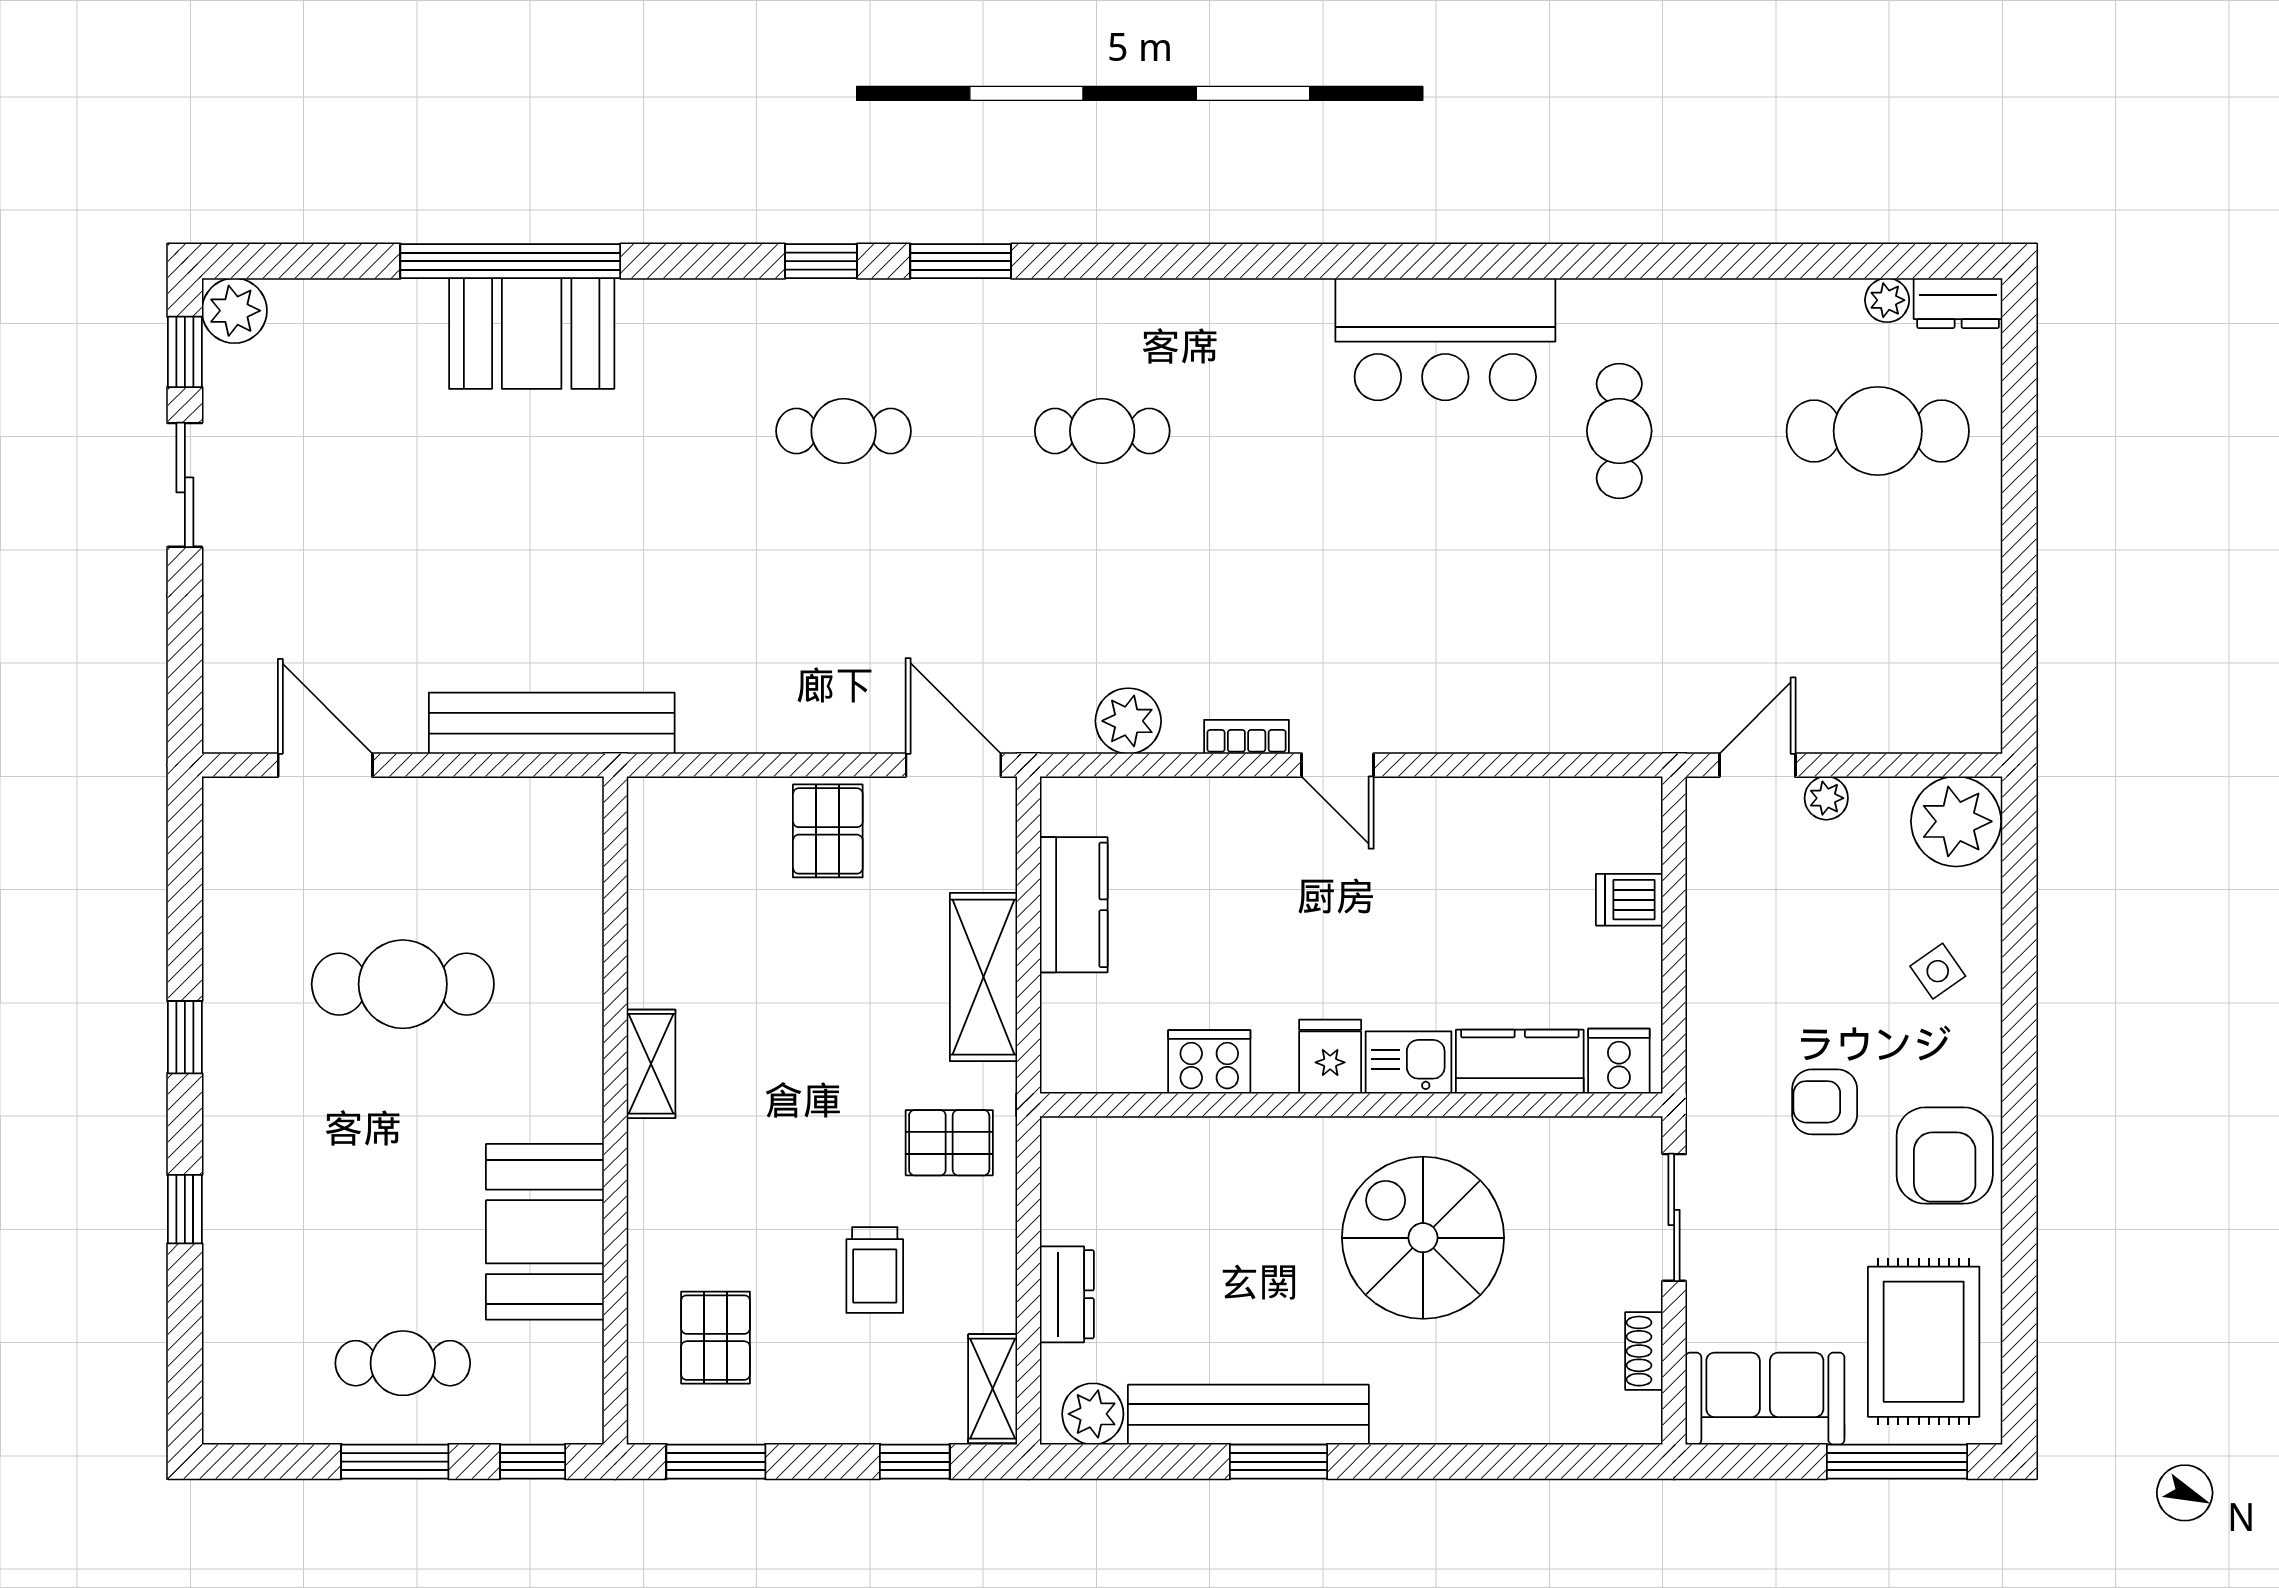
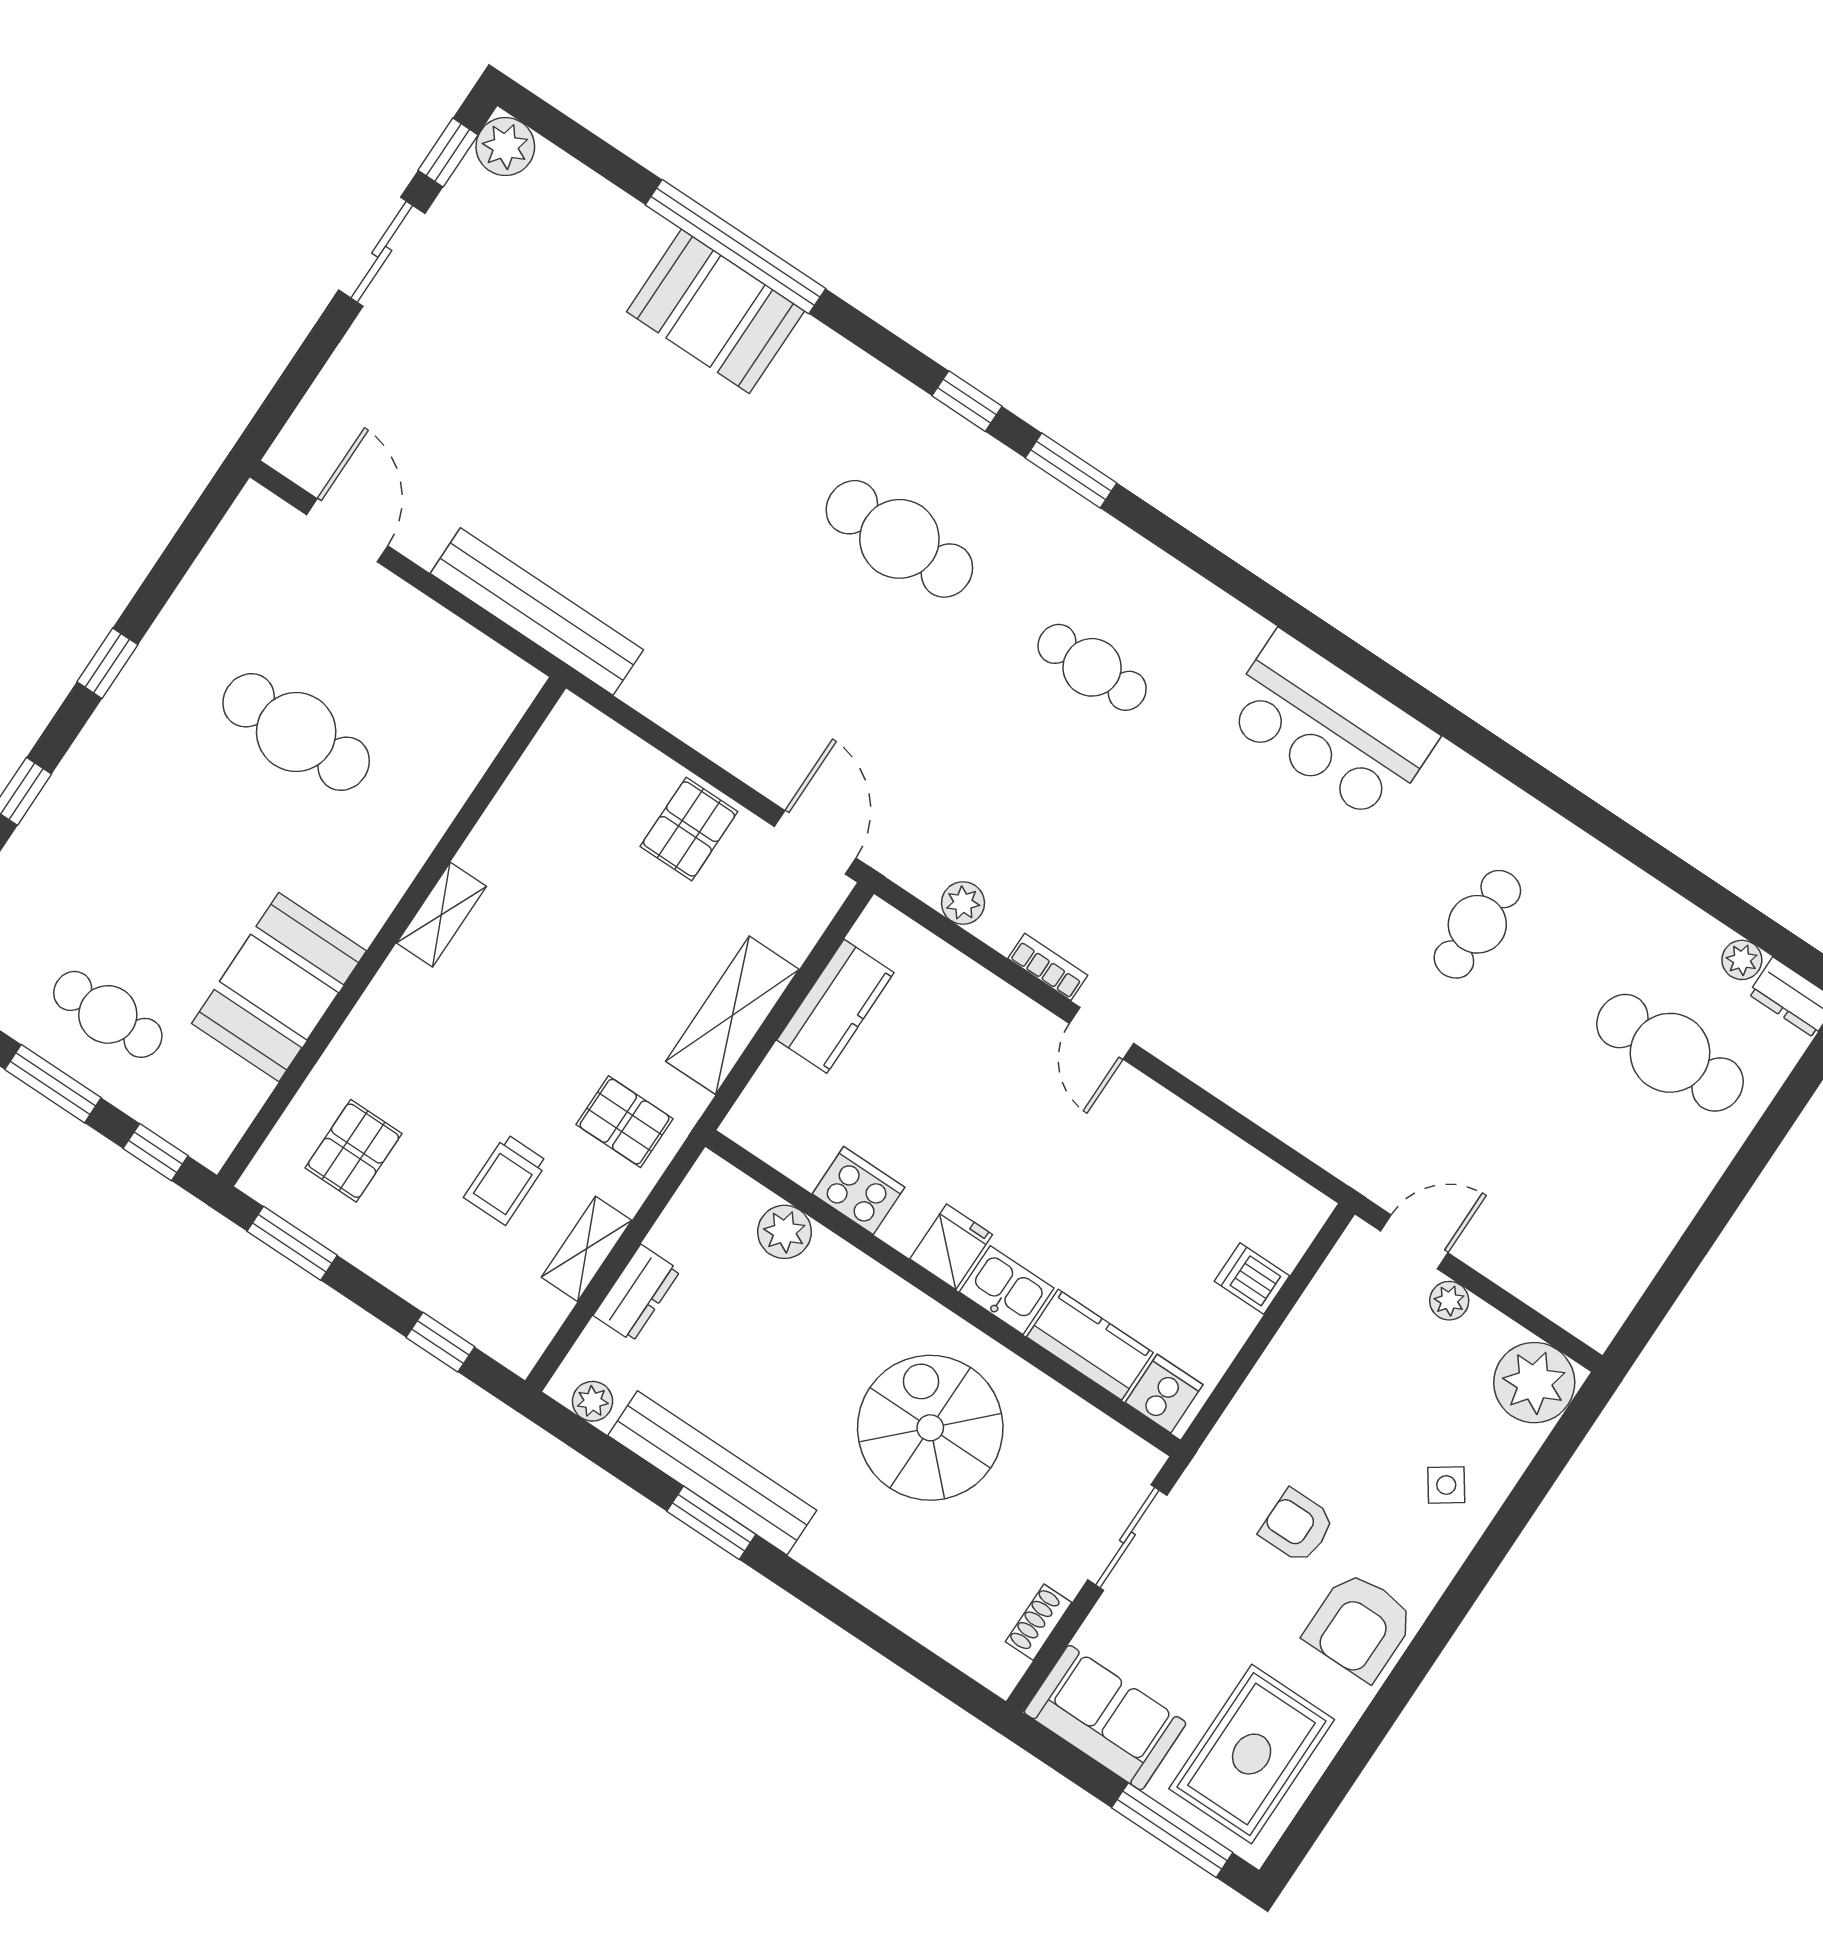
bar counter: (1445, 339) -> (1329, 727), moved
cafe table: (844, 431) -> (899, 539), width x1.37, depth x1.35
plant: (1128, 721) -> (963, 903), width x0.73, depth x0.73
plant: (1166, 1146) -> (785, 1232), added
shelving: (993, 1389) -> (586, 1249), moved
plant: (1093, 1414) -> (593, 1401), width x0.73, depth x0.73

